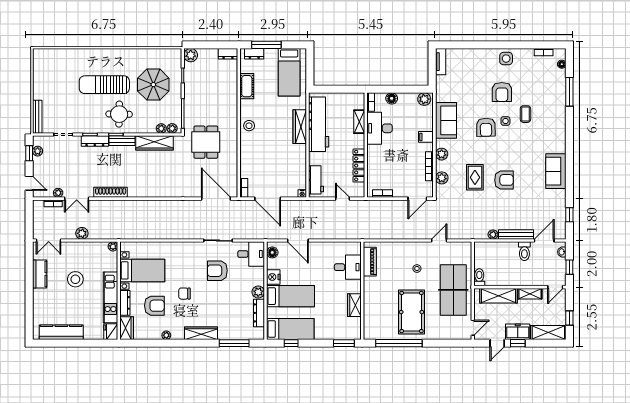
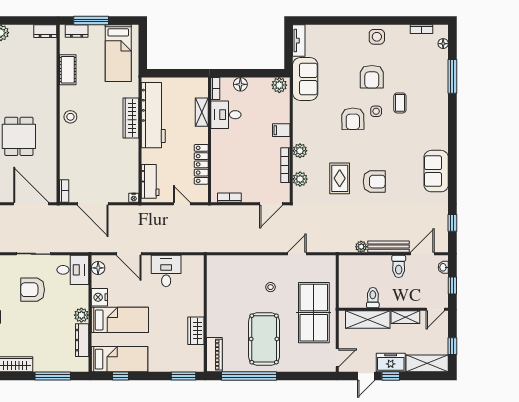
sofa: (446, 120) -> (305, 79), moved
desk: (379, 128) -> (226, 115), width x0.73
piano: (370, 262) -> (214, 355), moved
desk: (348, 267) -> (166, 271), moved, turned -90
toilet: (479, 277) -> (373, 298), moved

